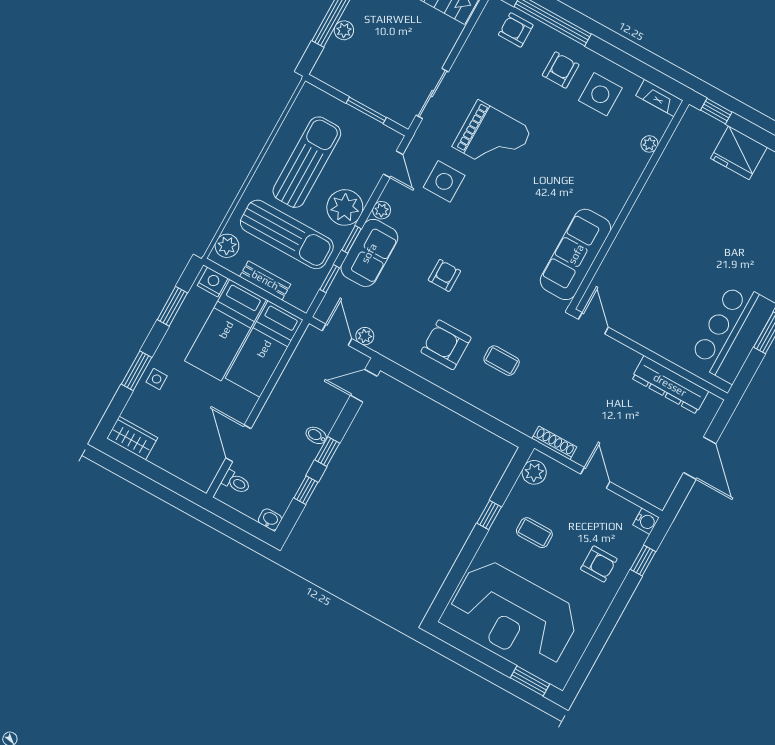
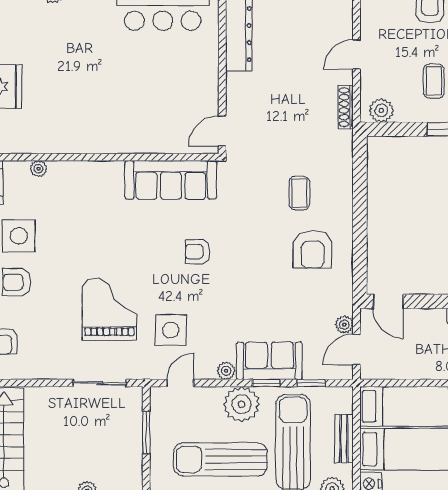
armchair: (444, 275) -> (198, 252), moved

